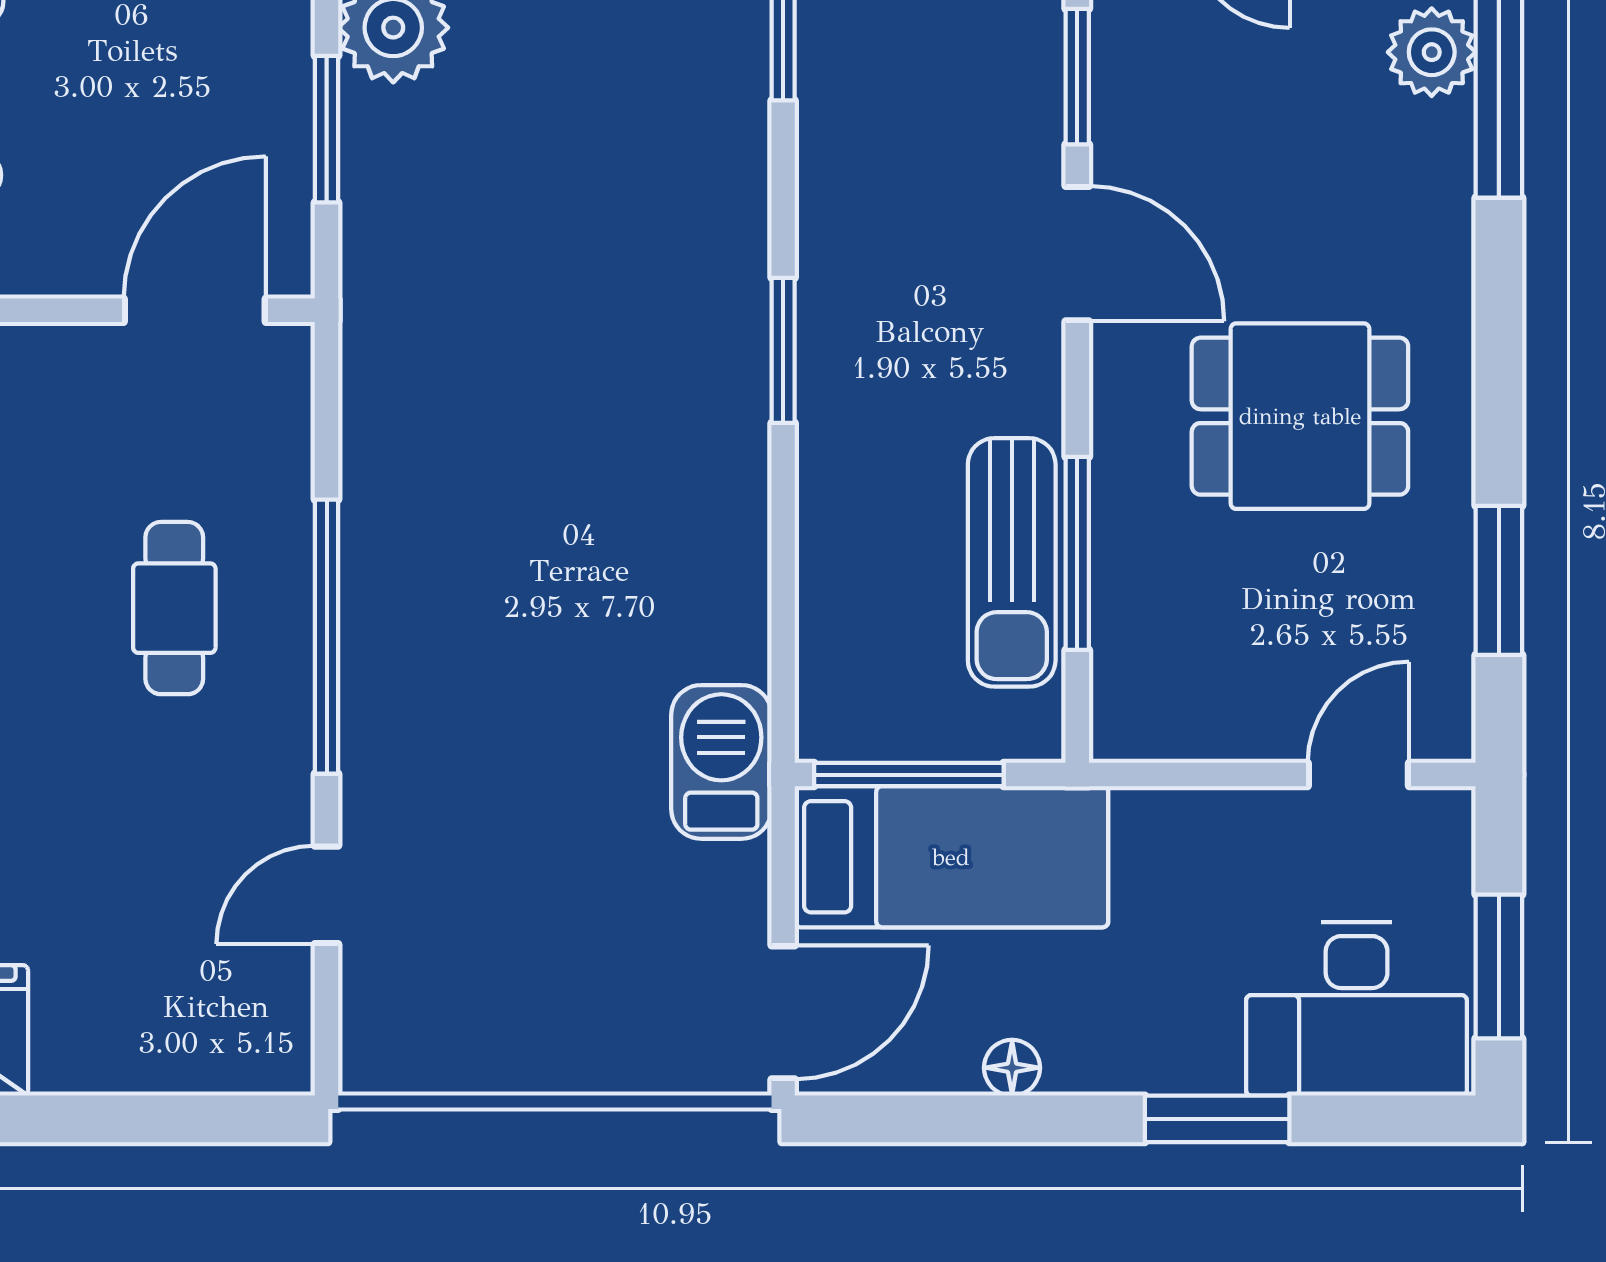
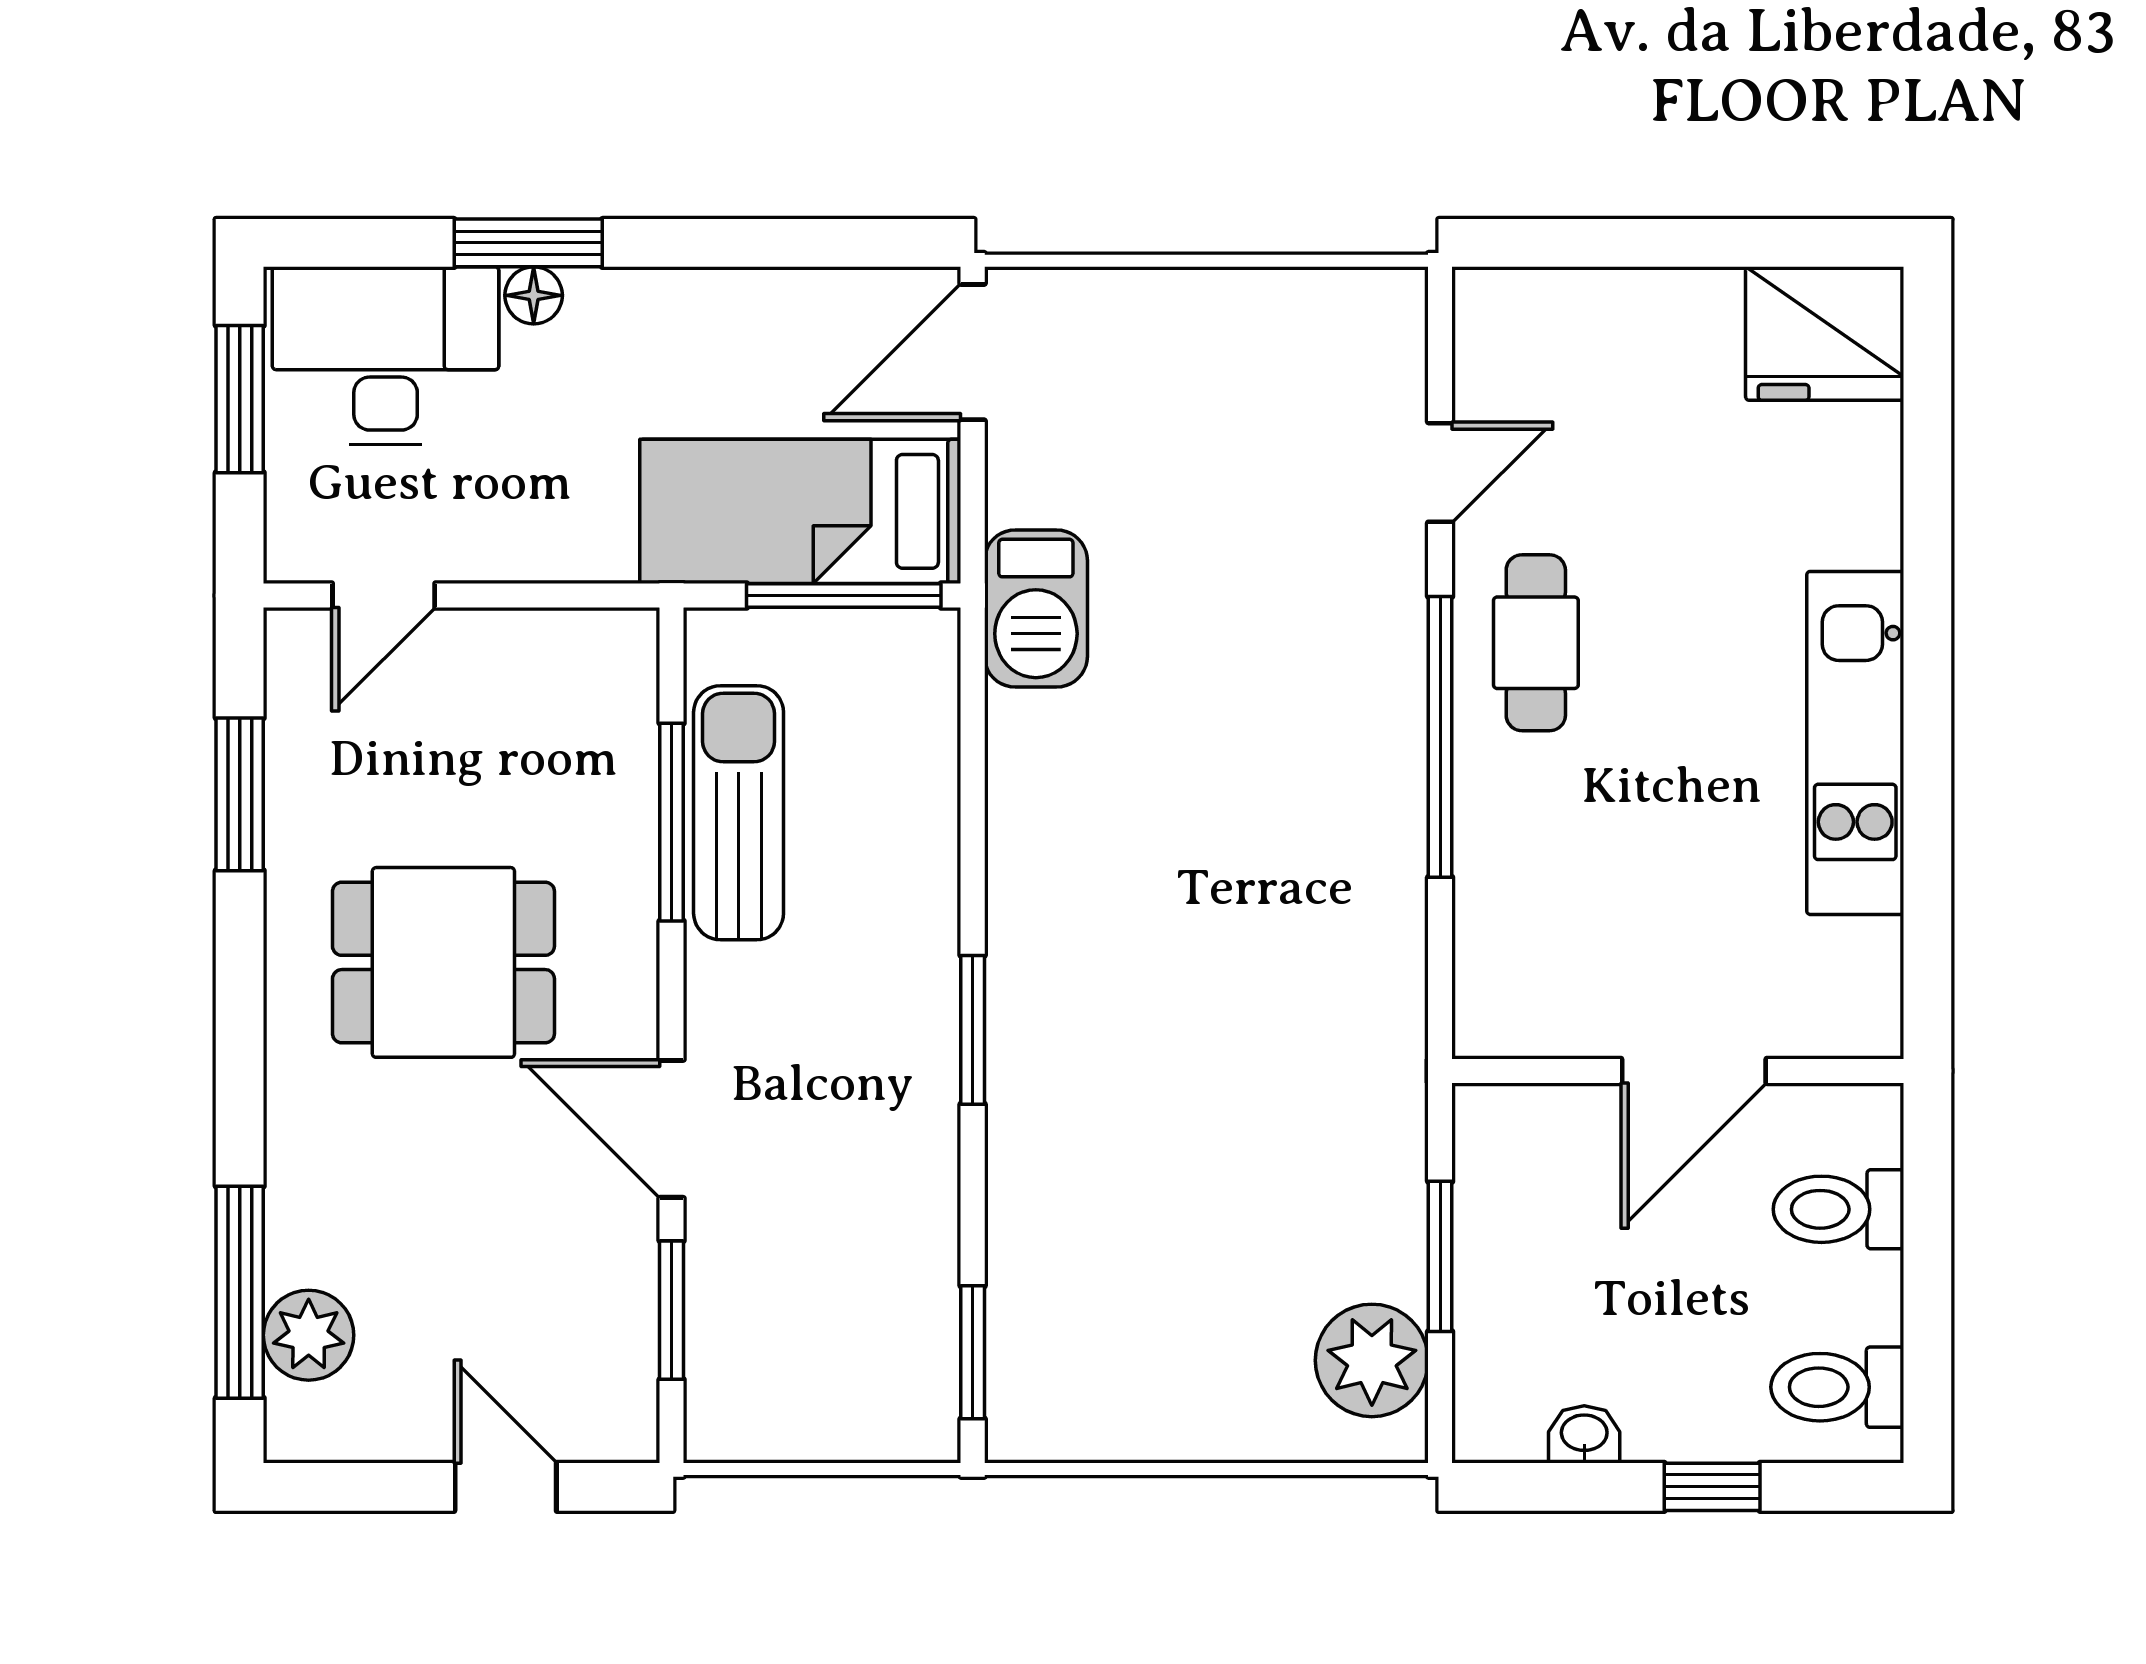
door: (195, 310) -> (1694, 1071), moved
cafe table: (174, 608) -> (1536, 643), moved
floor lamp: (1012, 1068) -> (534, 295), moved

